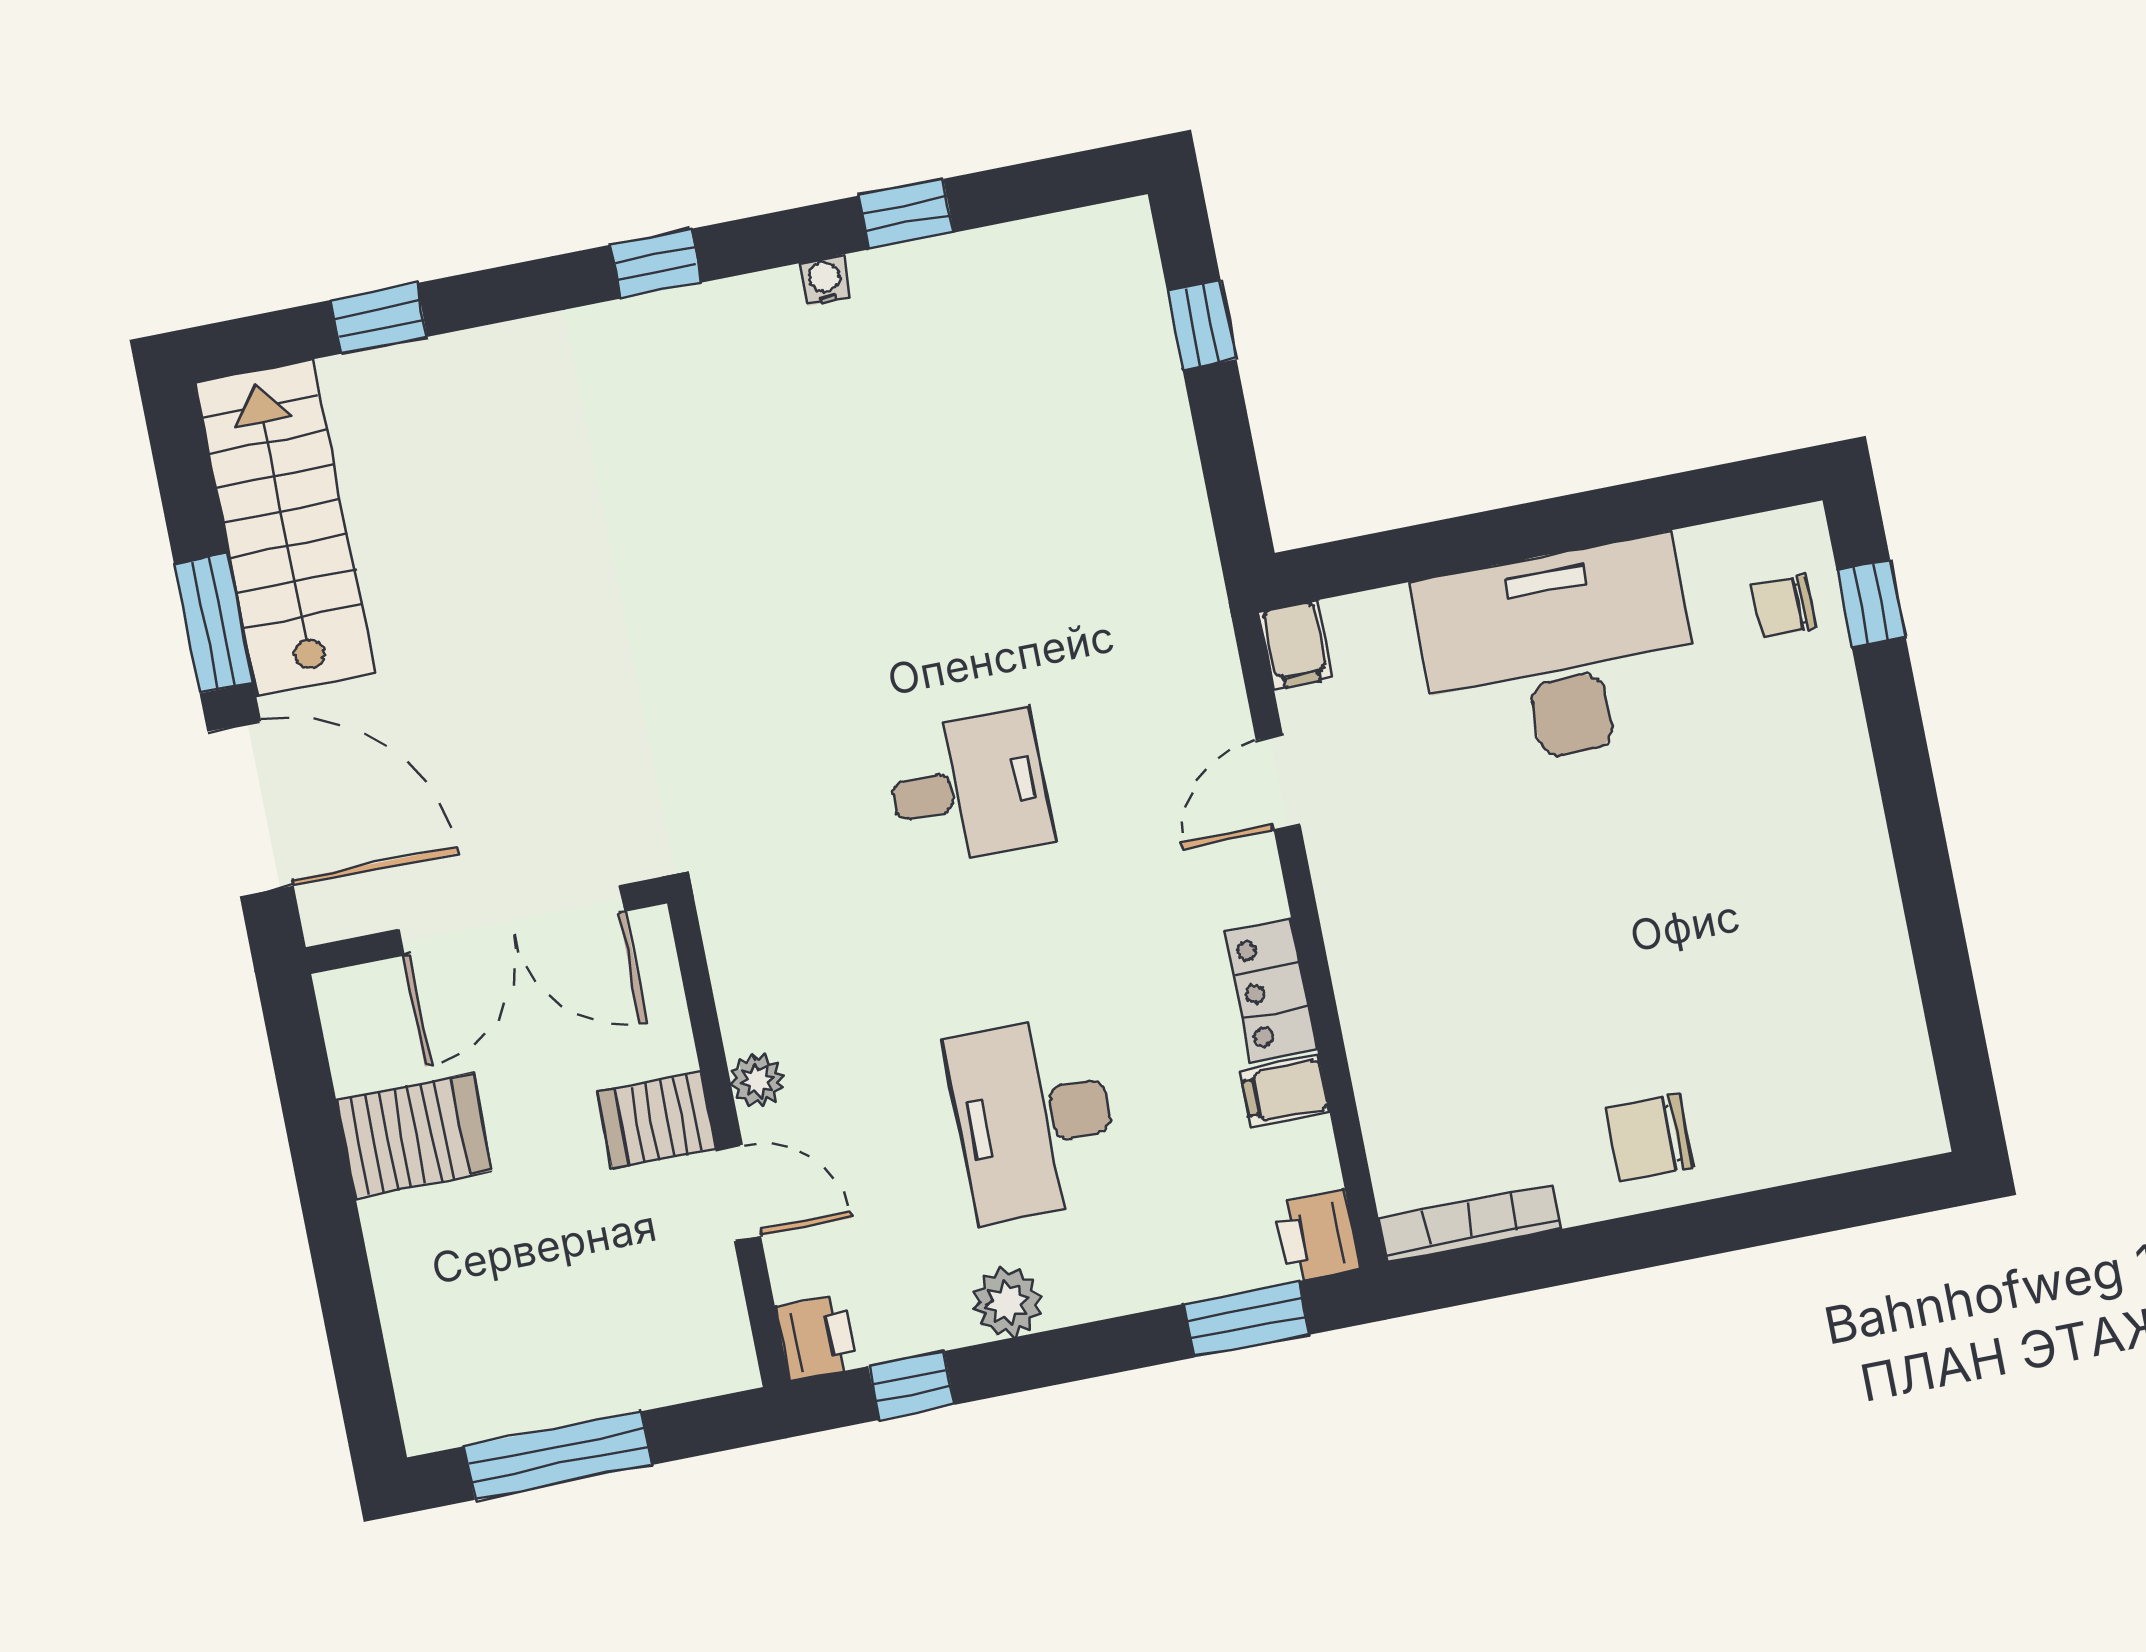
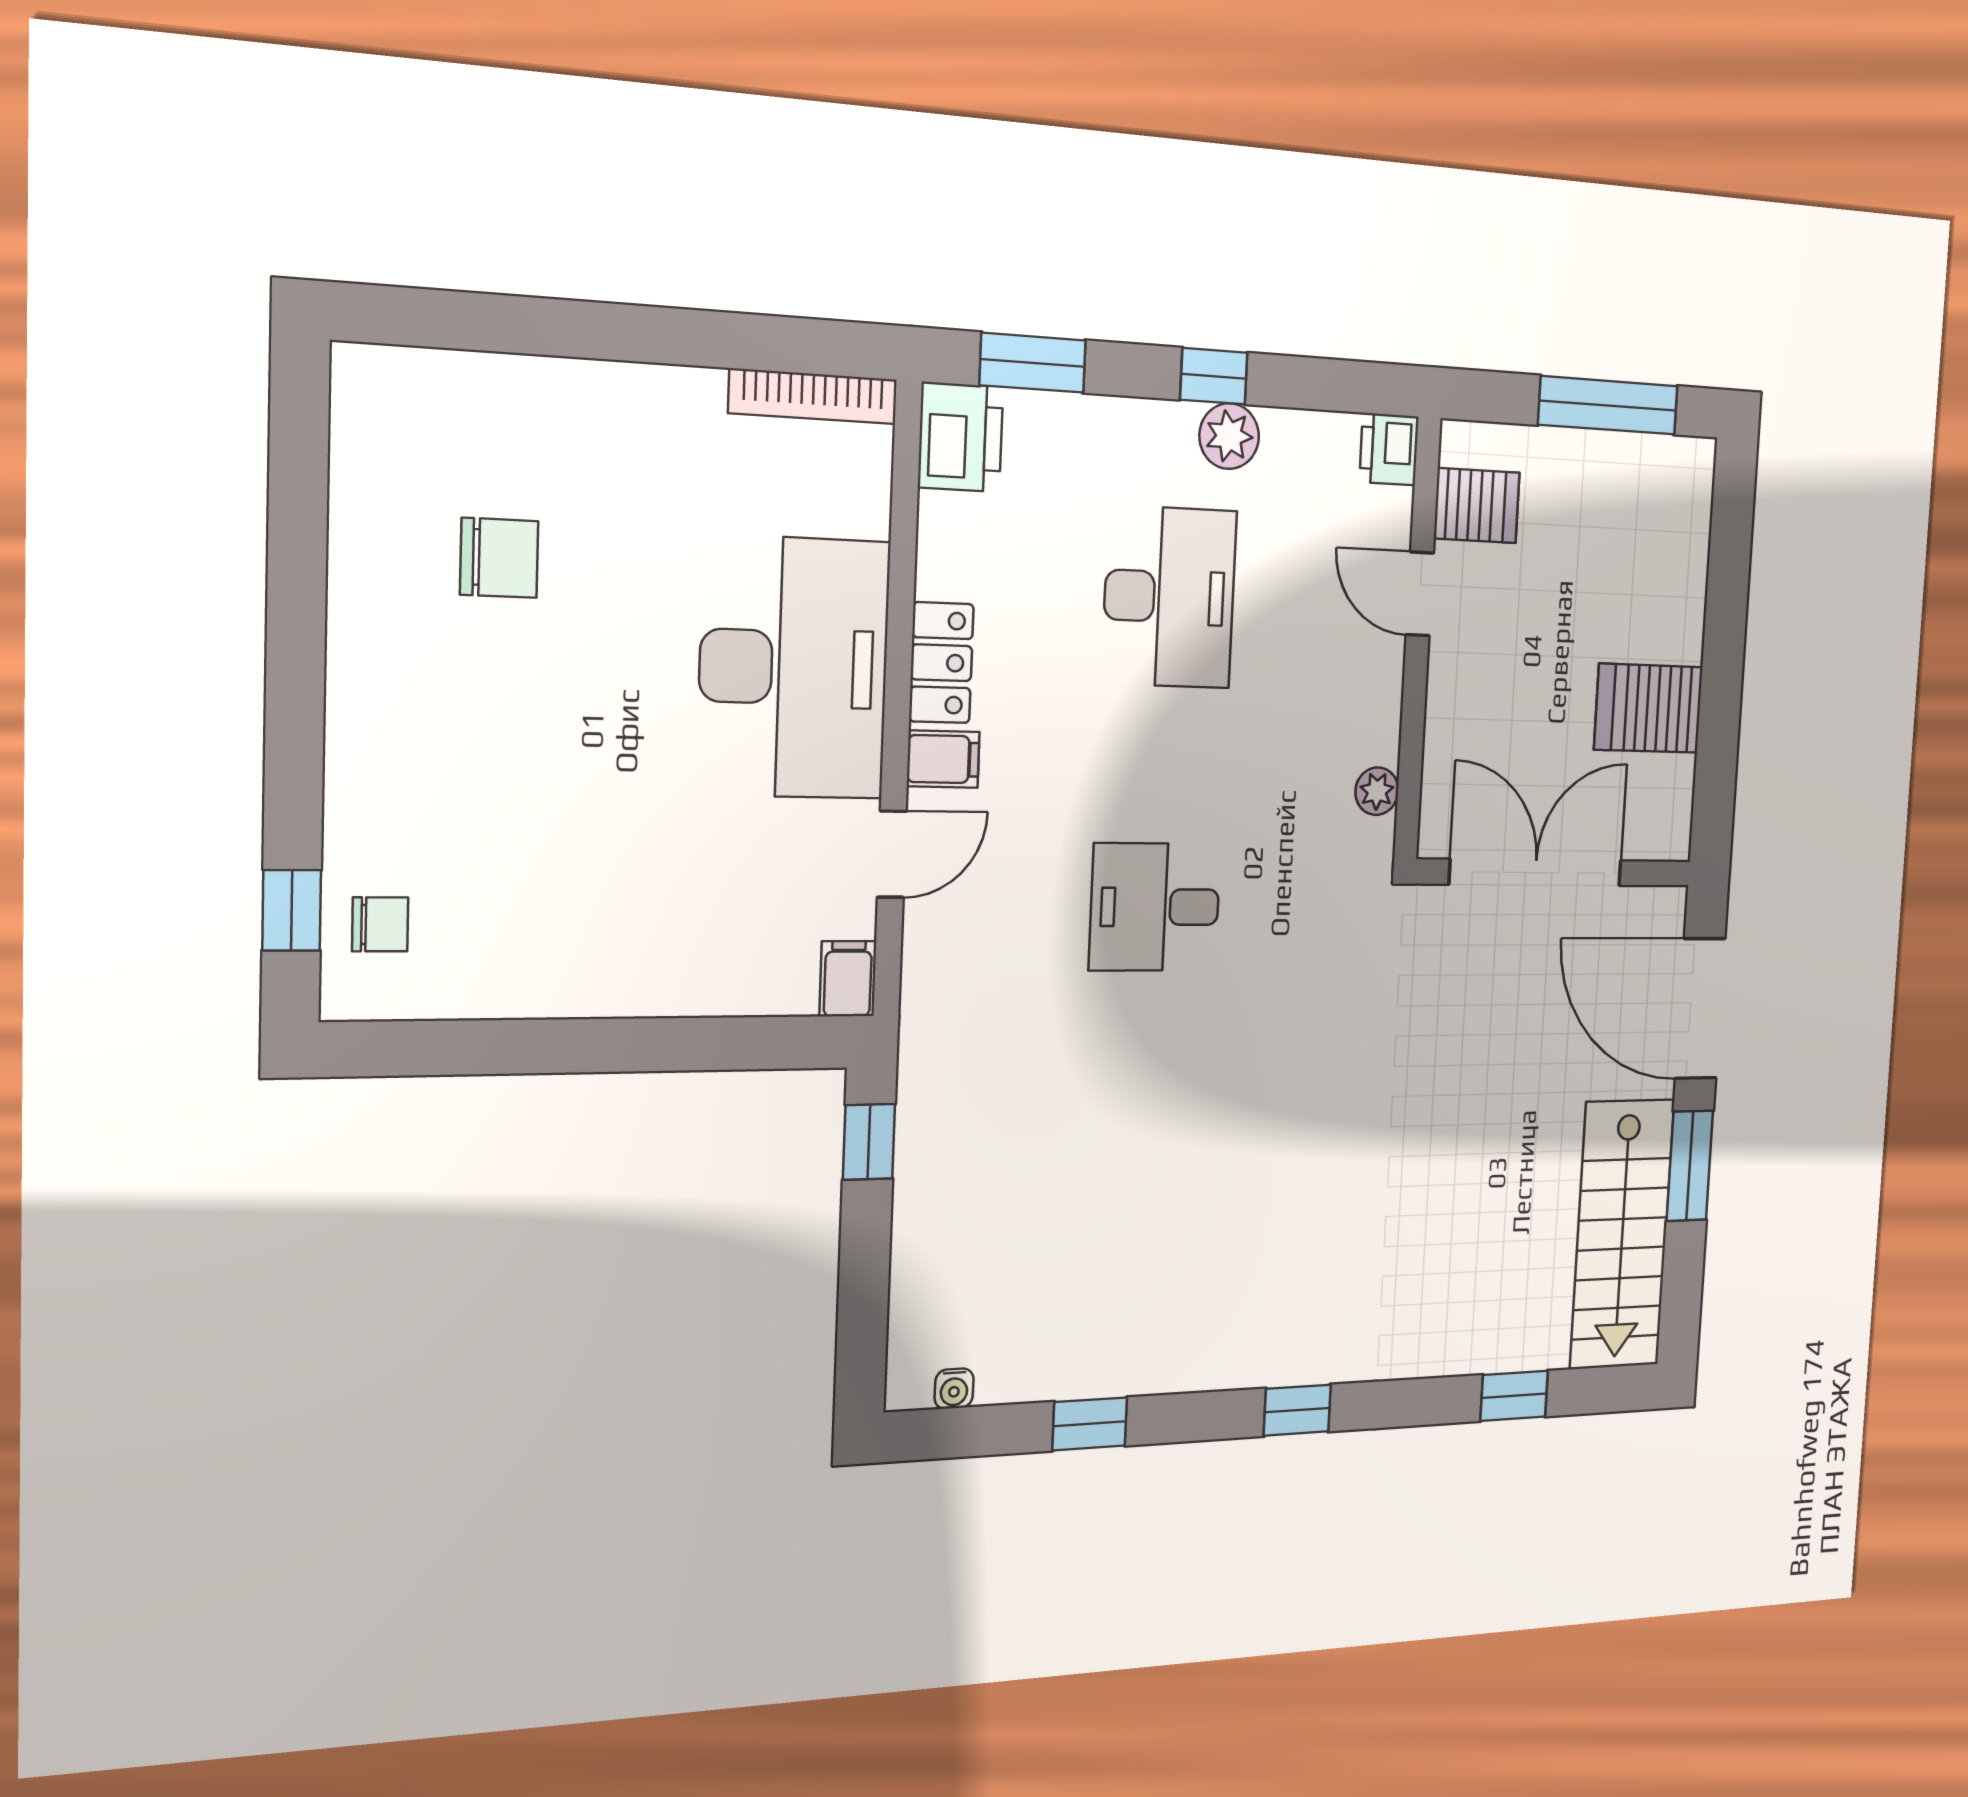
water cooler: (825, 280) -> (954, 1389), moved
window: (1202, 325) -> (869, 1142), moved
desk: (1560, 654) -> (794, 668), moved, turned -90
plant: (757, 1080) -> (1377, 791), moved
filing cabinet: (1285, 1091) -> (943, 759), moved
server rack: (657, 1120) -> (1477, 506), moved
chair: (1650, 1137) -> (499, 558), moved
printer: (1317, 1236) -> (961, 437), width x1.36, depth x1.24
window: (911, 1386) -> (1214, 376), moved

